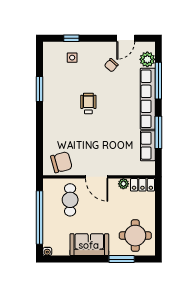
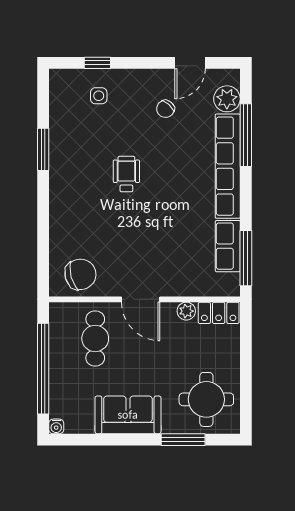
window: (158, 132) -> (246, 258), moved

